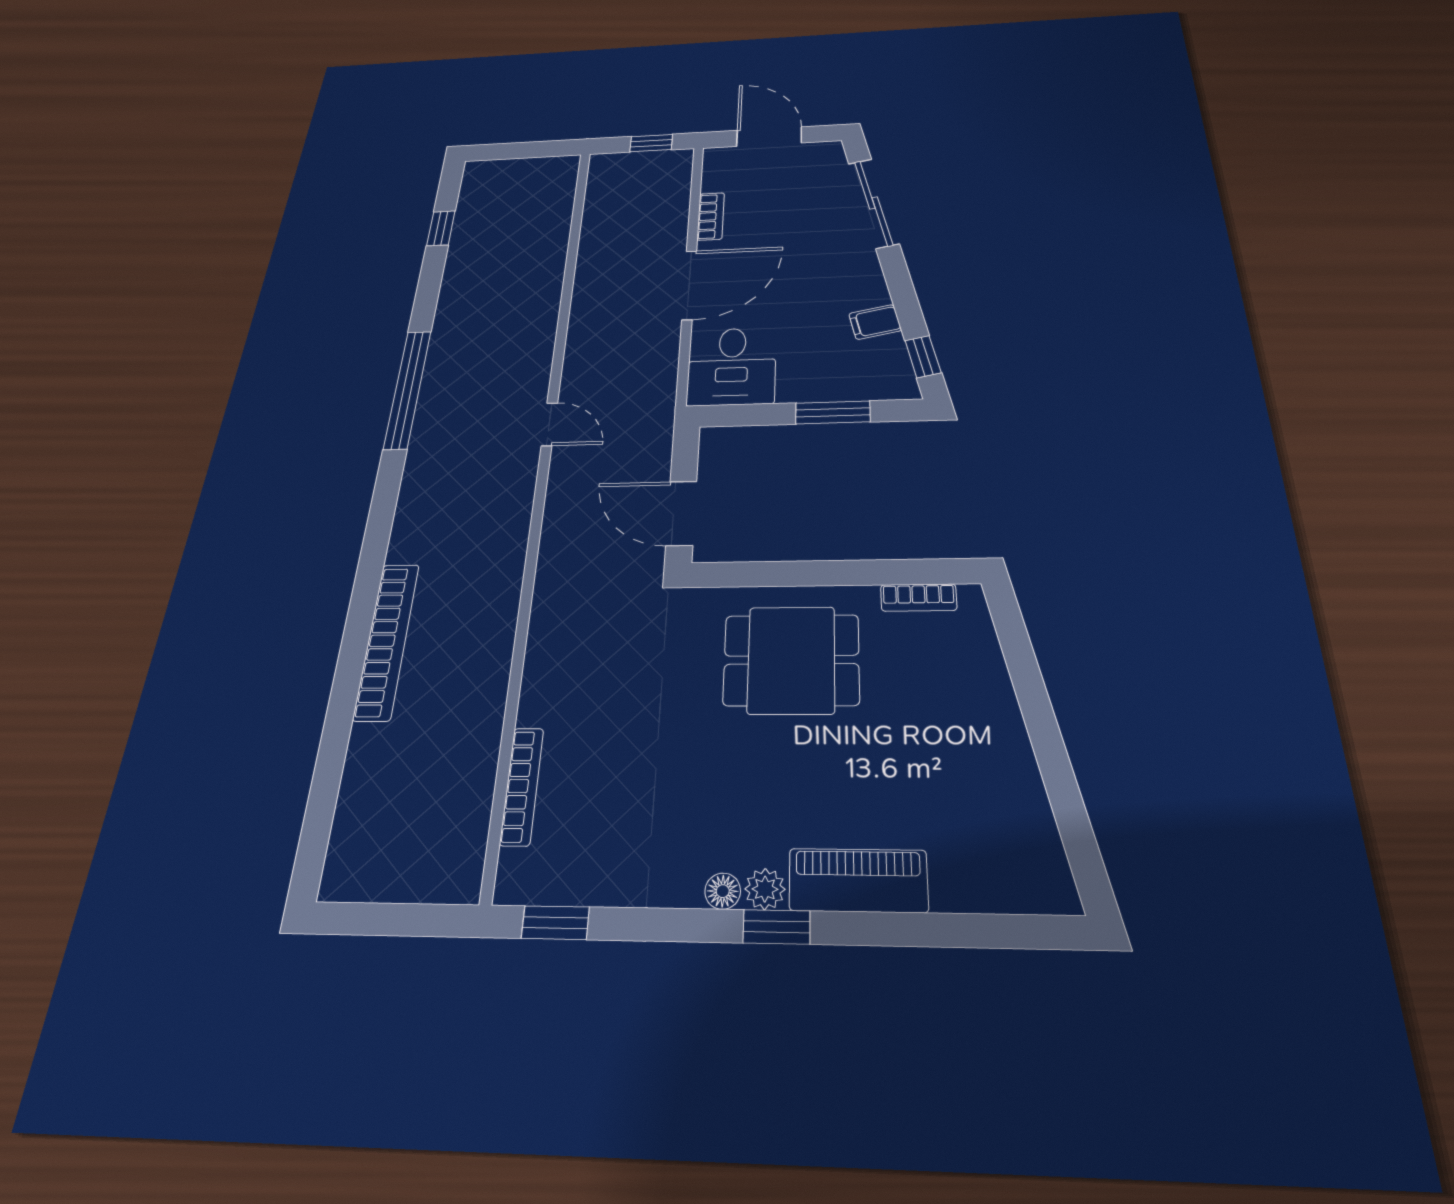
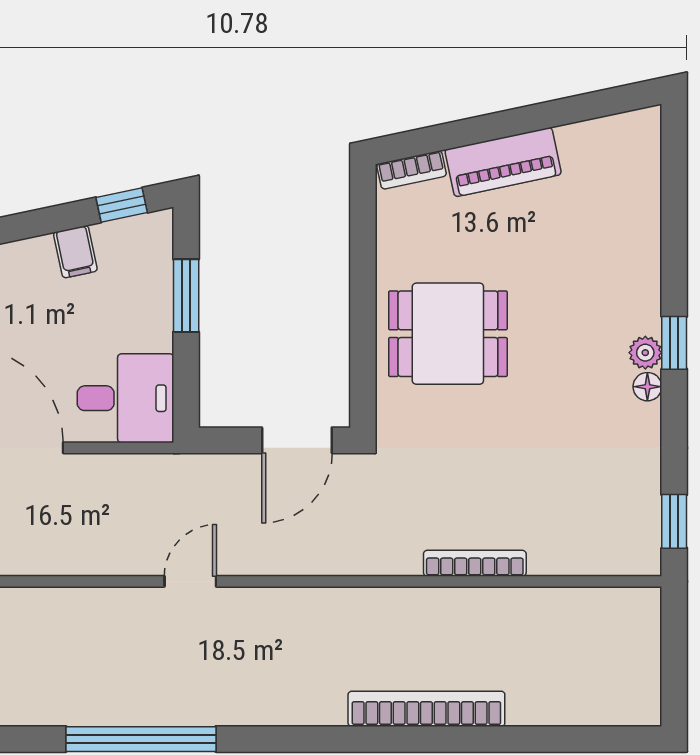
bookcase: (919, 598) -> (412, 170), moved, turned 78
dining table: (791, 660) -> (448, 334), turned 90
bookcase: (522, 786) -> (475, 563), moved
piano: (858, 880) -> (503, 162), moved, turned -102

